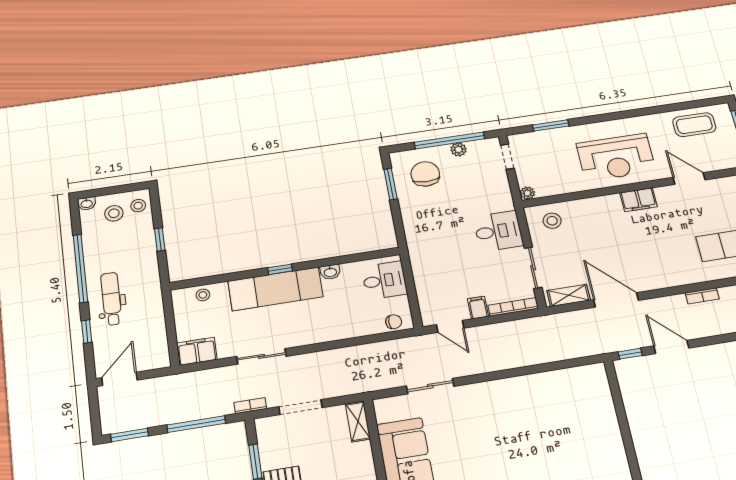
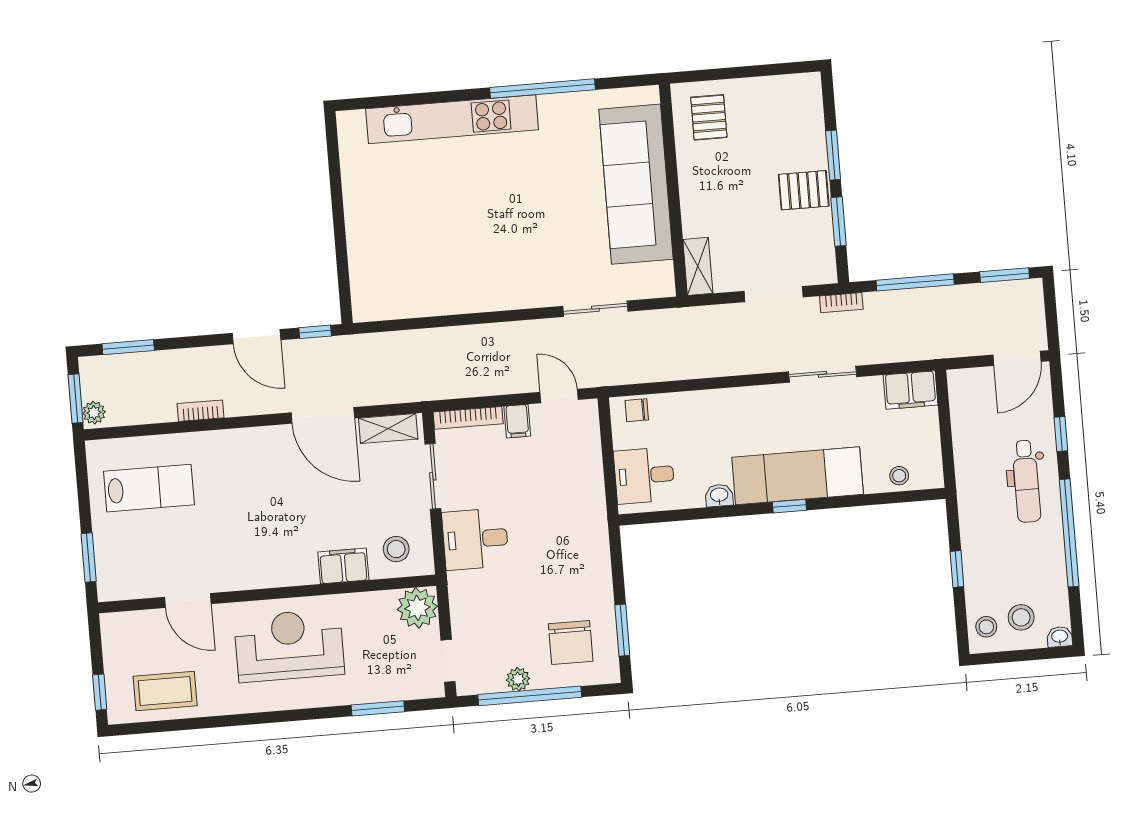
plant: (527, 193) -> (417, 608), width x1.87, depth x1.87
filing cabinet: (639, 200) -> (343, 566), moved

